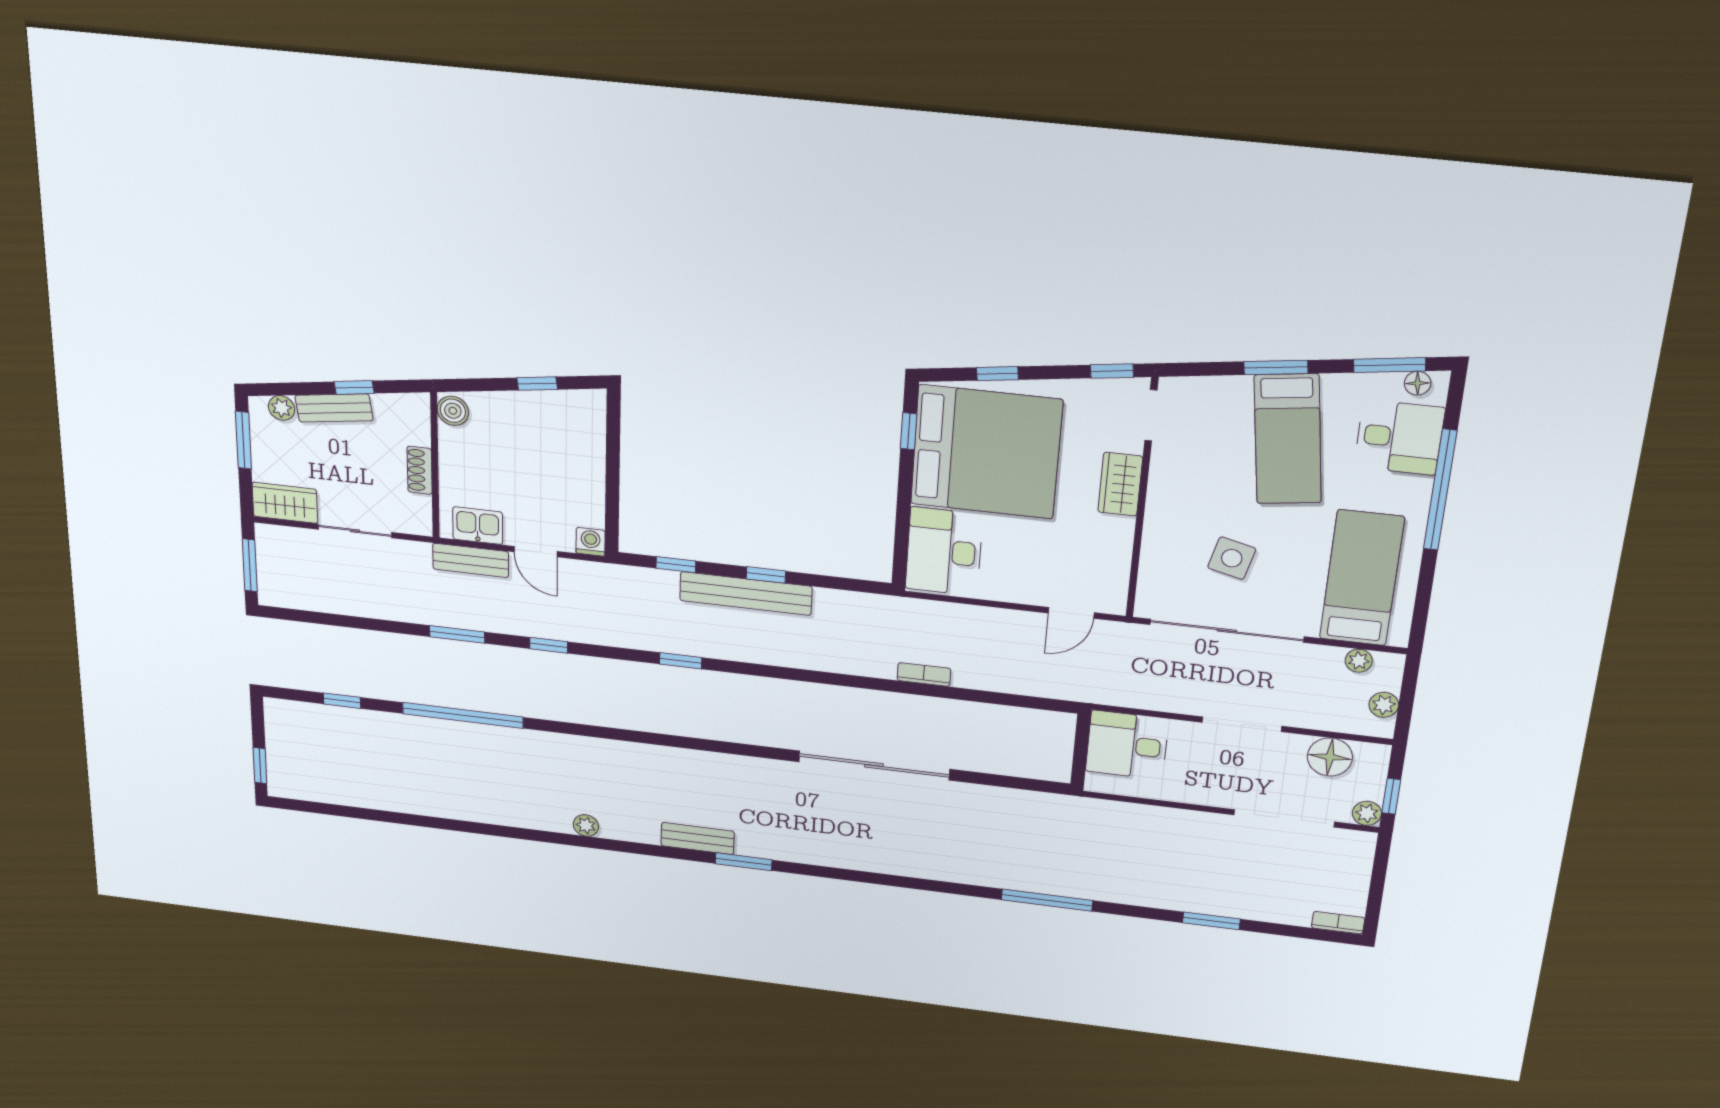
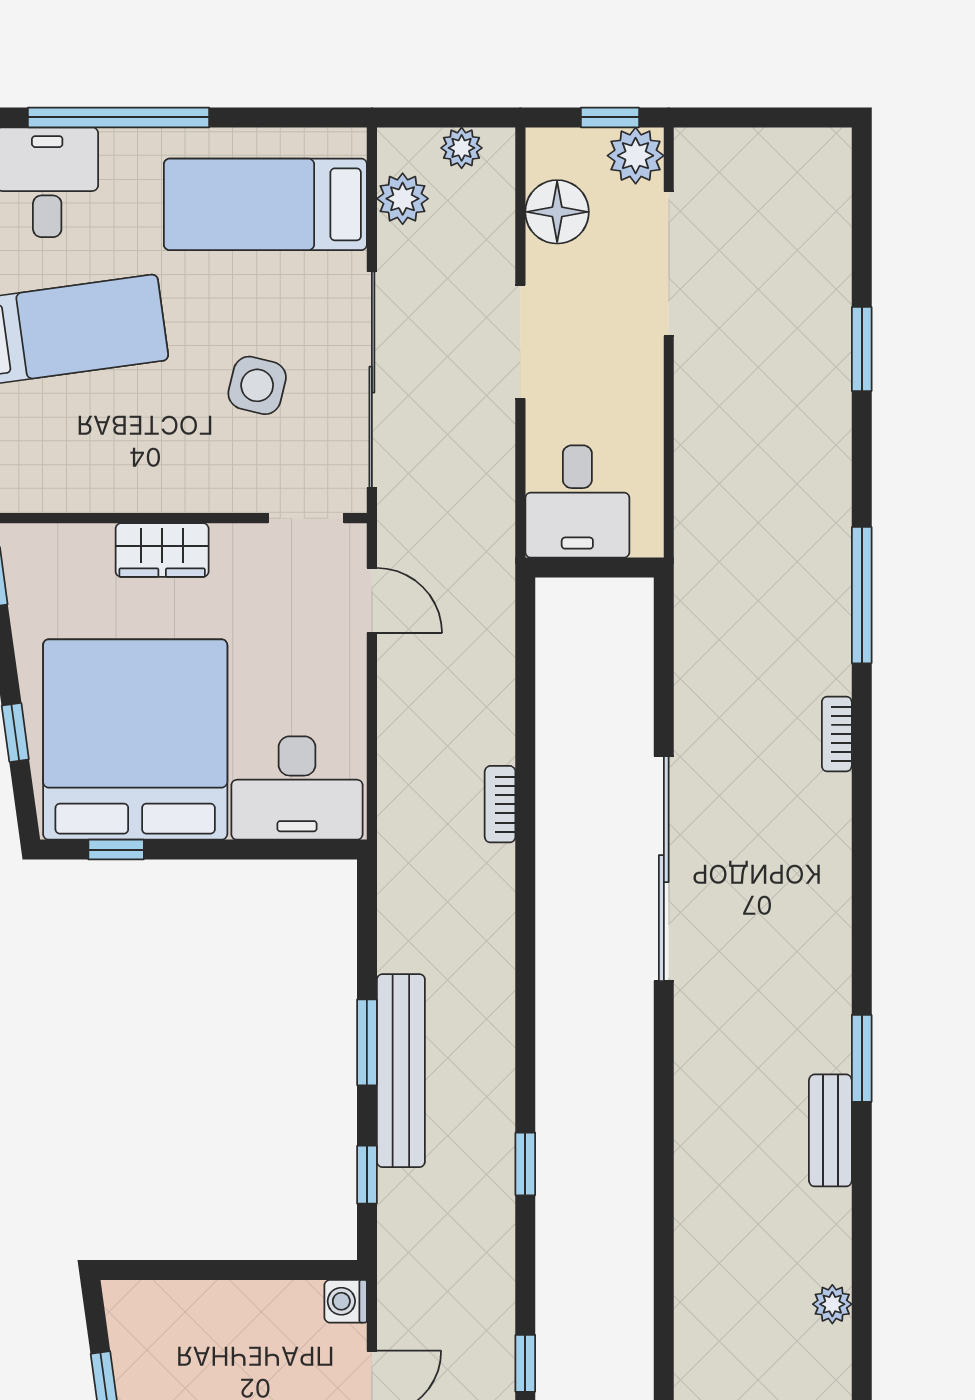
doorway: (1151, 415) -> (306, 518), moved
window: (766, 575) -> (367, 1042), width x1.50
plant: (1359, 661) -> (403, 199), width x1.38, depth x1.38
plant: (1367, 813) -> (636, 156), width x1.38, depth x1.38
bookcase: (1338, 923) -> (837, 734), moved

